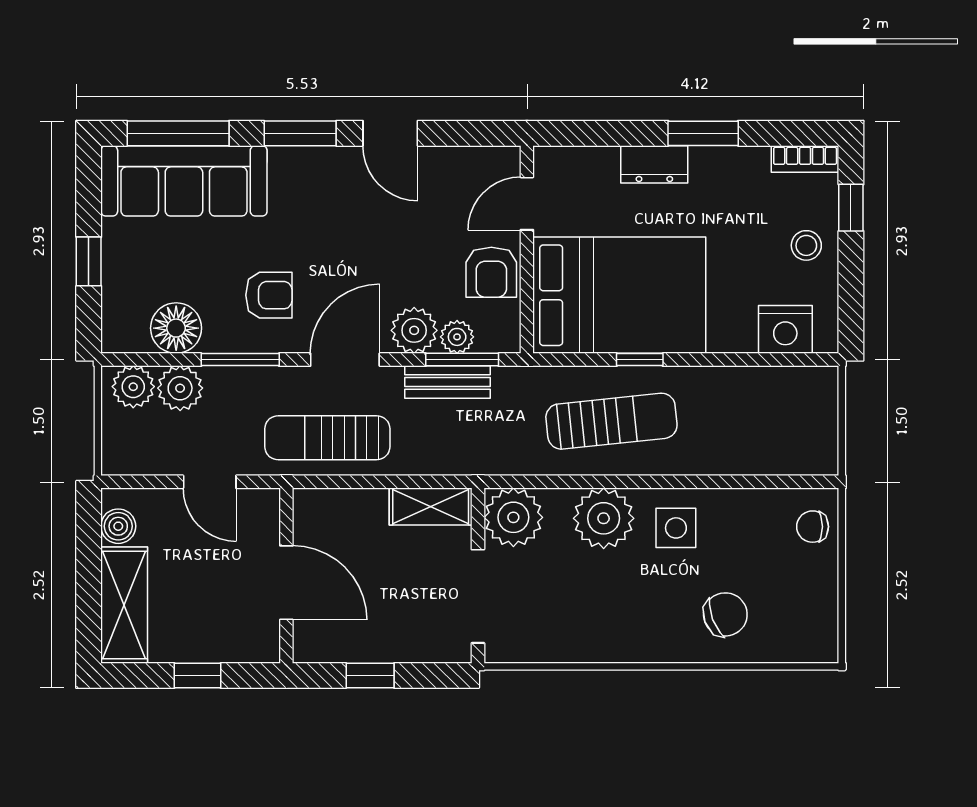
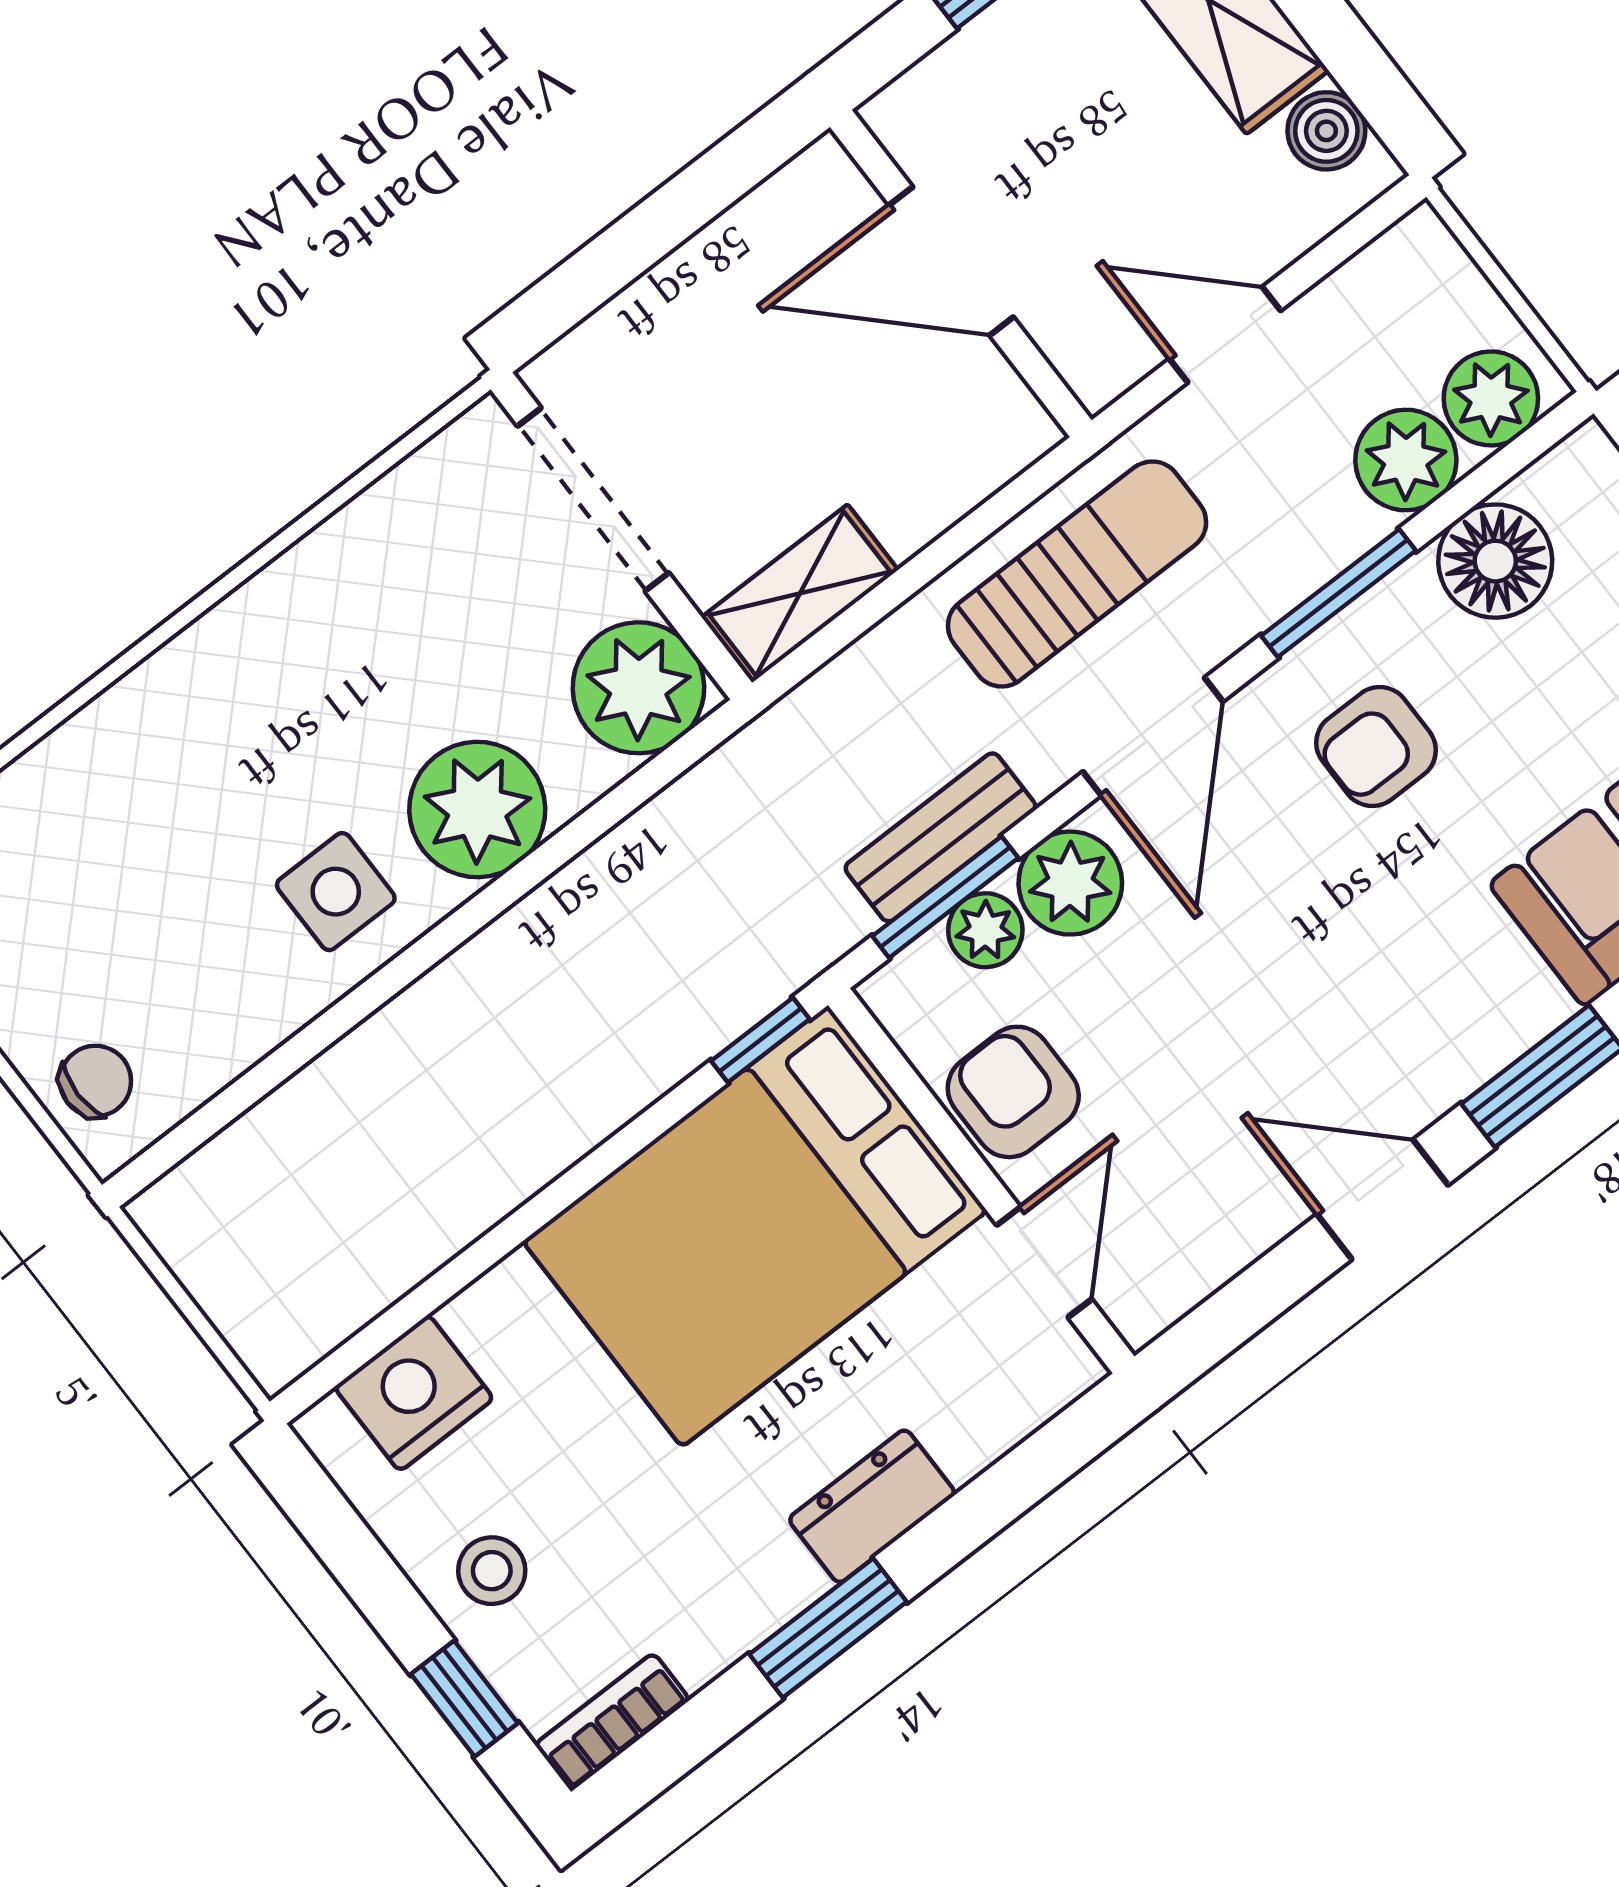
window: (640, 360) -> (760, 1040), moved
sun lounger: (611, 421) -> (596, 992), removed
chair: (725, 614) -> (130, 806), removed
window: (370, 675) -> (676, 211), removed

